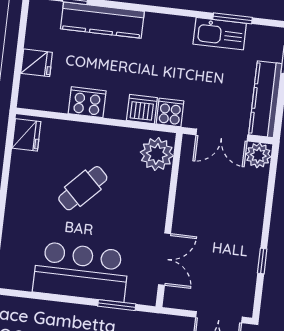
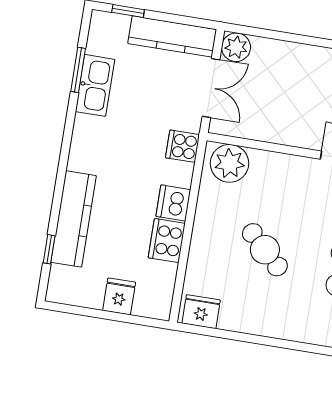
dishwasher: (142, 109) -> (173, 203), moved

